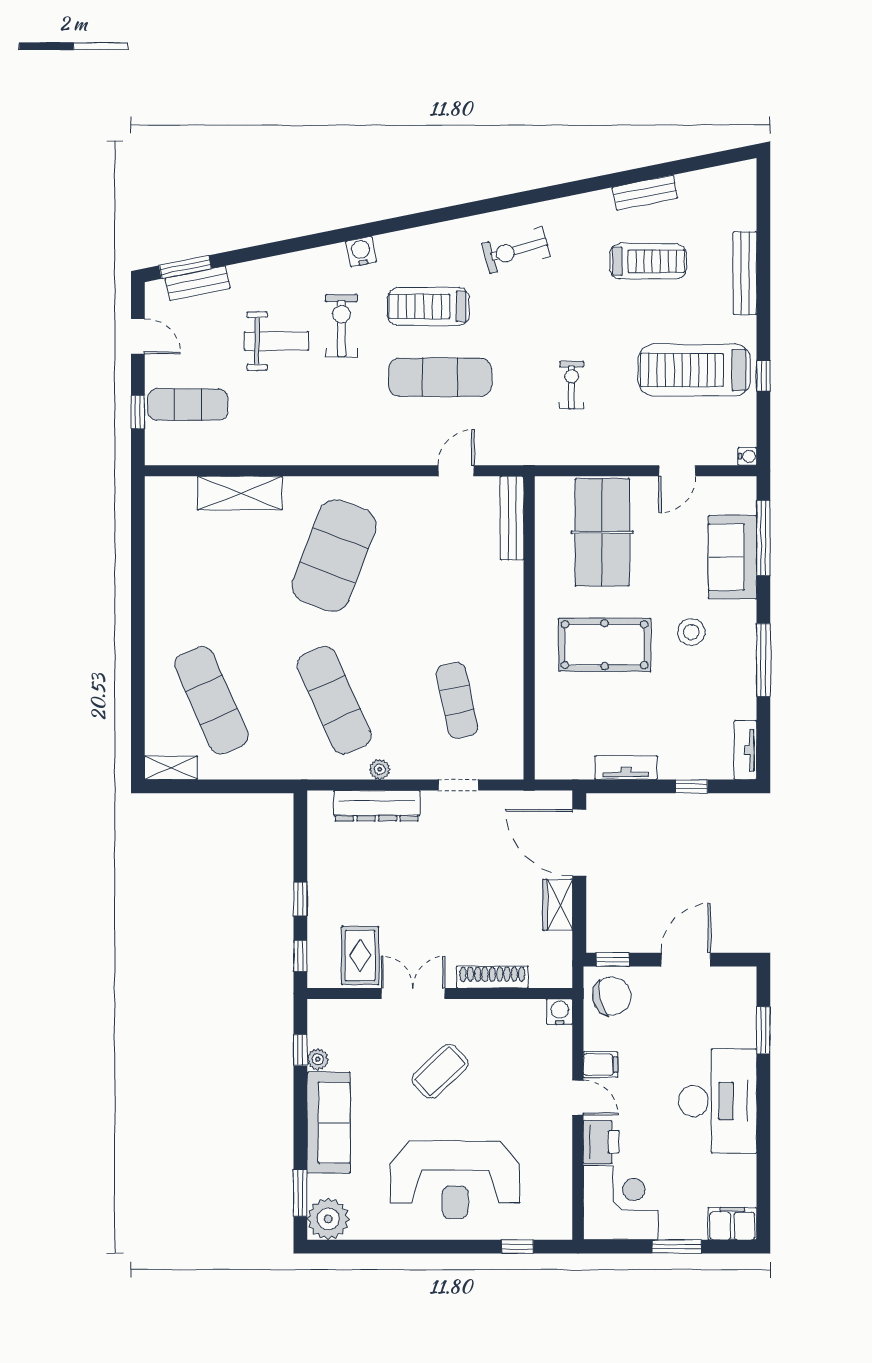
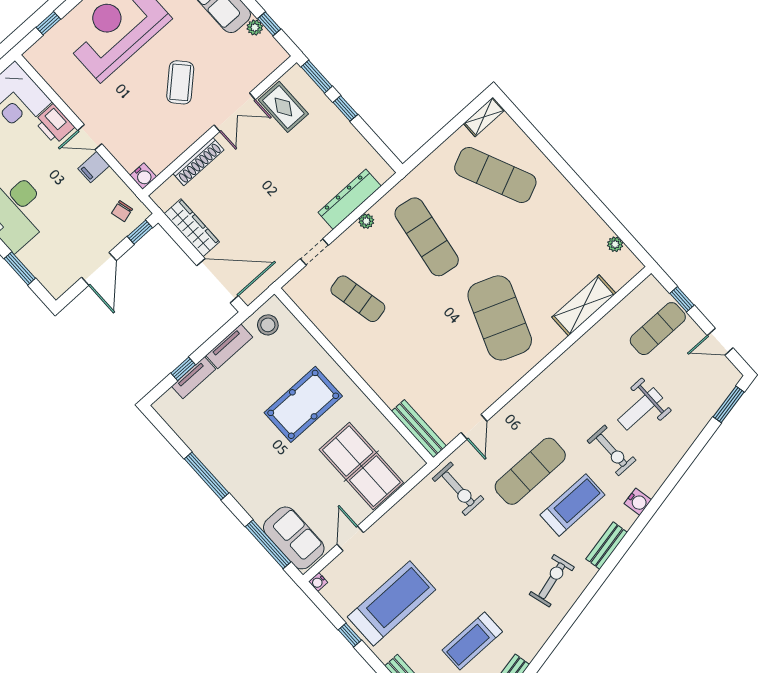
bench: (198, 283) -> (607, 546), moved
exercise bike: (572, 385) -> (458, 489), moved, width x1.38, depth x1.39
plant: (155, 526) -> (615, 244), added
sofa: (732, 557) -> (294, 538), moved
stool: (691, 632) -> (268, 325), moved
exercise mat: (334, 700) -> (427, 237), turned 33
tv unit: (745, 750) -> (194, 378), moved, turned 90
wardrobe: (558, 905) -> (192, 228), width x1.50
window: (300, 956) -> (317, 77), width x1.50
chair: (612, 996) -> (122, 211), width x0.54, depth x0.54

